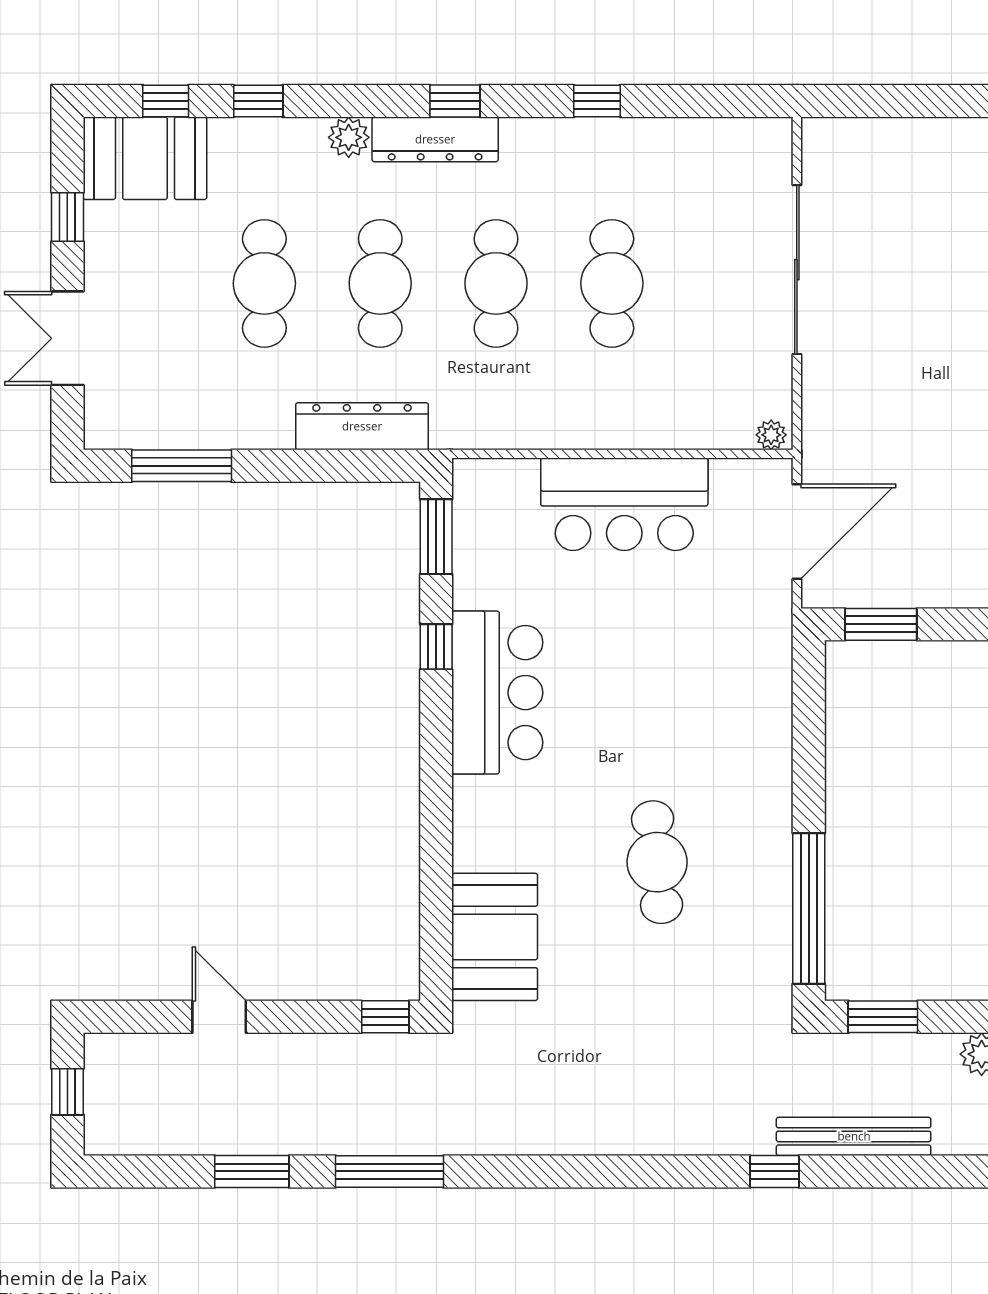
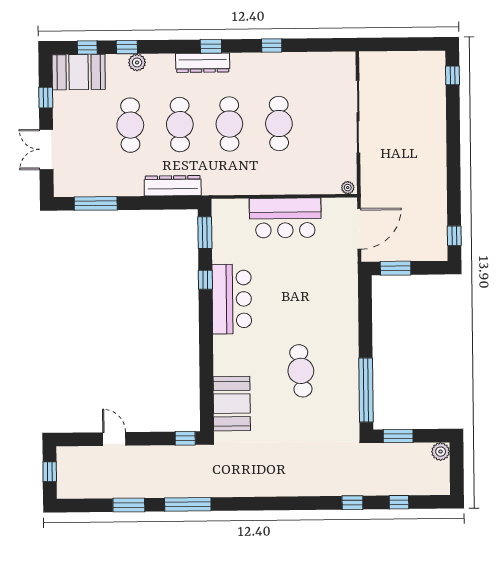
plant: (349, 137) -> (137, 62), moved
bench: (854, 1136) -> (386, 487), removed
window: (883, 1171) -> (399, 502), added

